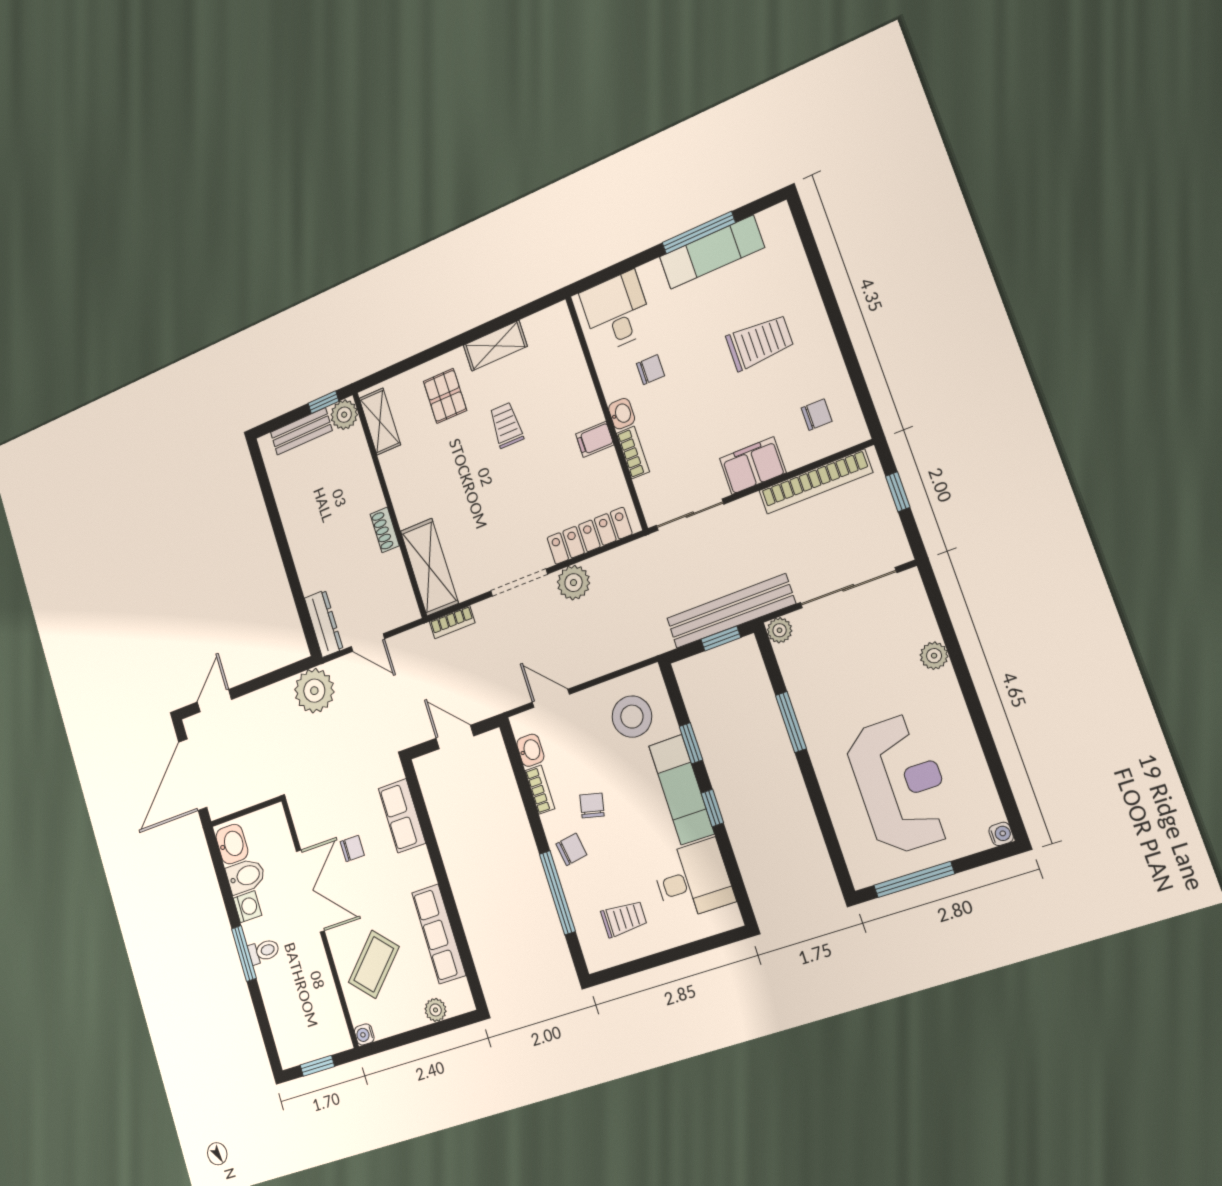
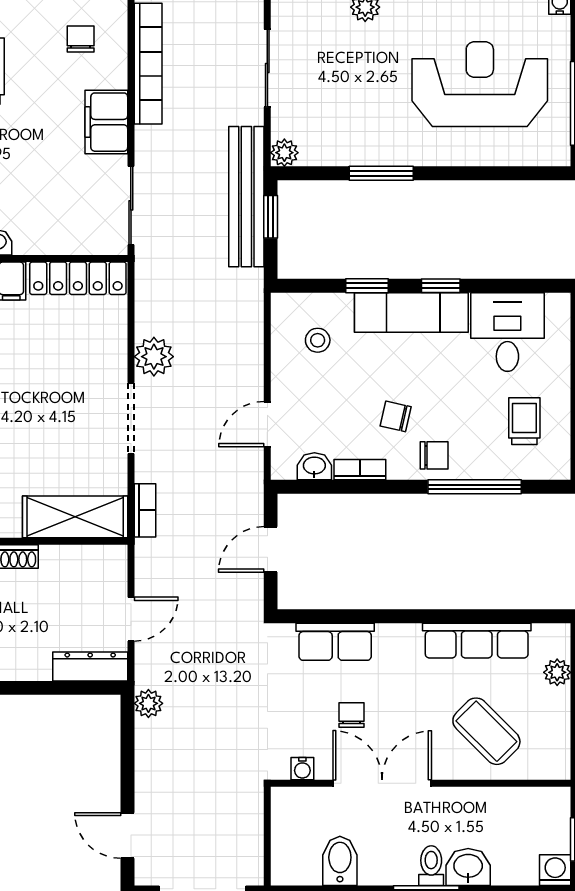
bookcase: (633, 453) -> (42, 244), removed
locker: (589, 536) -> (78, 278), moved, turned -90
sliding door: (848, 588) -> (267, 68), width x0.73
plant: (314, 691) -> (148, 703), width x0.53, depth x0.53
stool: (632, 717) -> (318, 340), width x0.53, depth x0.53
washbasin: (232, 844) -> (468, 867), moved
chair: (571, 849) -> (434, 455), turned 99
washing machine: (247, 907) -> (555, 870), moved
water cooler: (364, 1034) -> (302, 769), moved

